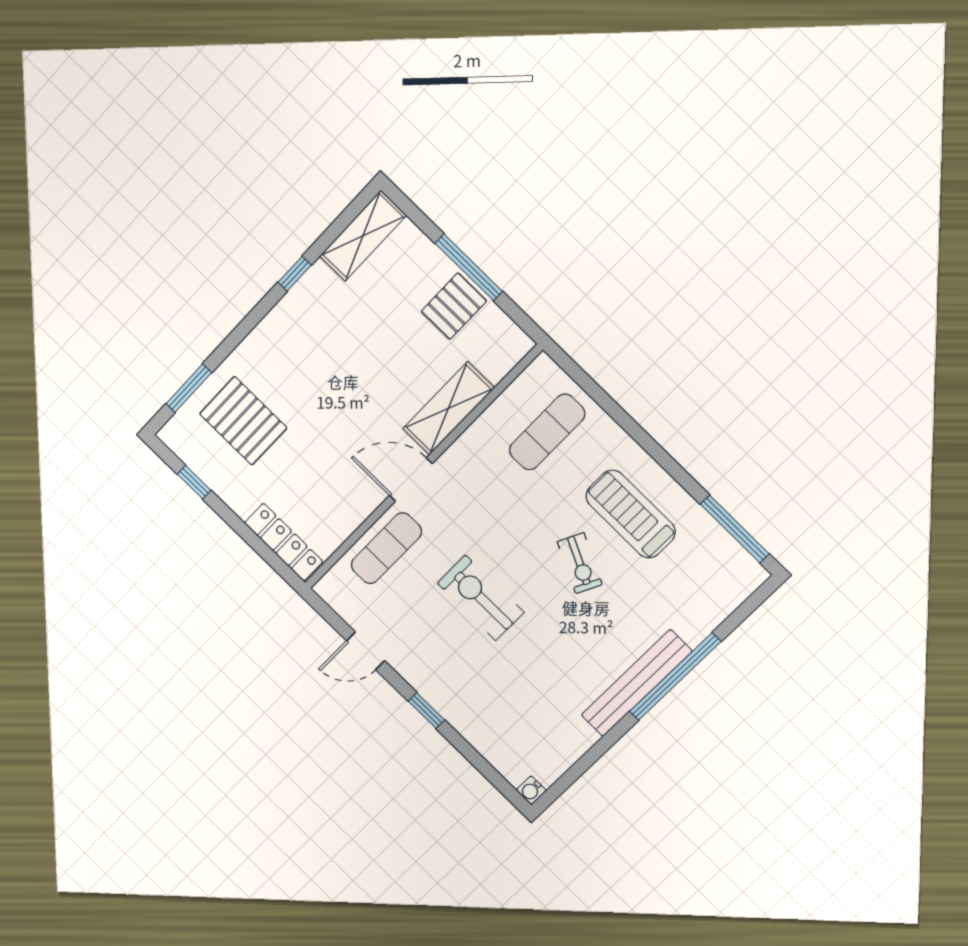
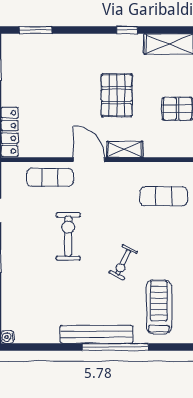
shelving: (448, 408) -> (125, 149), width x0.67, depth x0.75
pallet: (243, 421) -> (117, 95), moved
treadmill: (631, 514) -> (159, 307), moved

